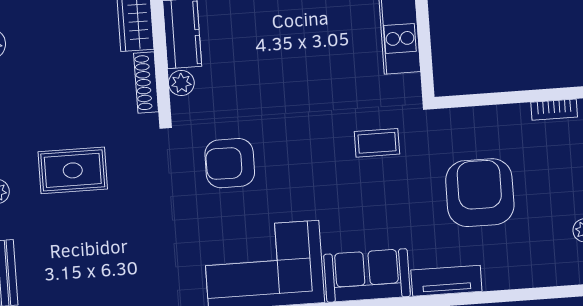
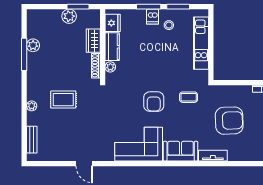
armchair: (230, 163) -> (154, 102), moved, turned -90
armchair: (480, 193) -> (229, 121), turned 88

